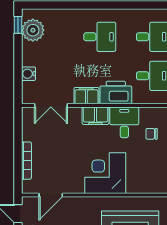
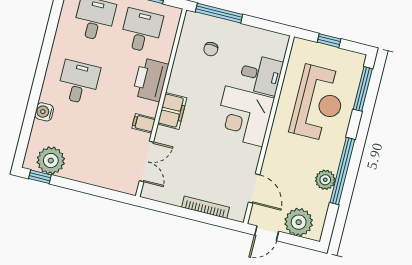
water cooler: (29, 74) -> (44, 112), moved, turned 90
filing cabinet: (86, 96) -> (144, 123), width x0.50
desk: (124, 122) -> (261, 75), moved, turned 180

